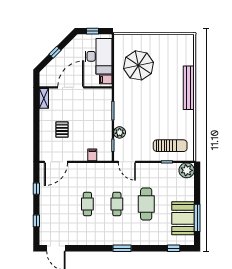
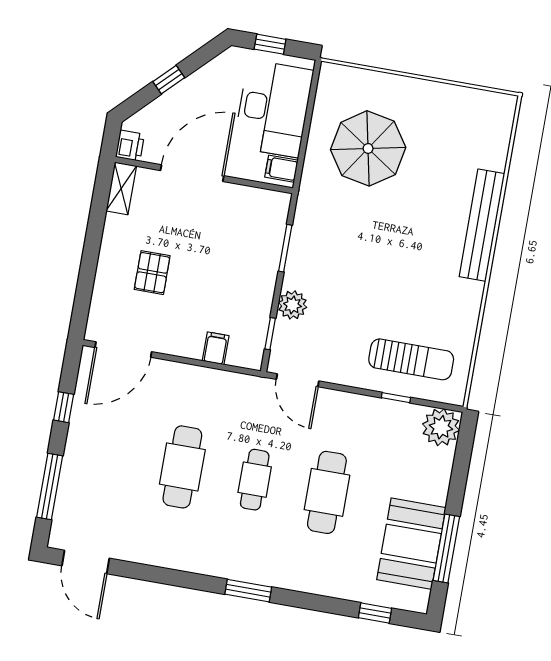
printer: (44, 81) -> (130, 146), added
cafe table: (87, 204) -> (182, 467), width x1.37, depth x1.35
window: (36, 221) -> (50, 486), width x2.17

